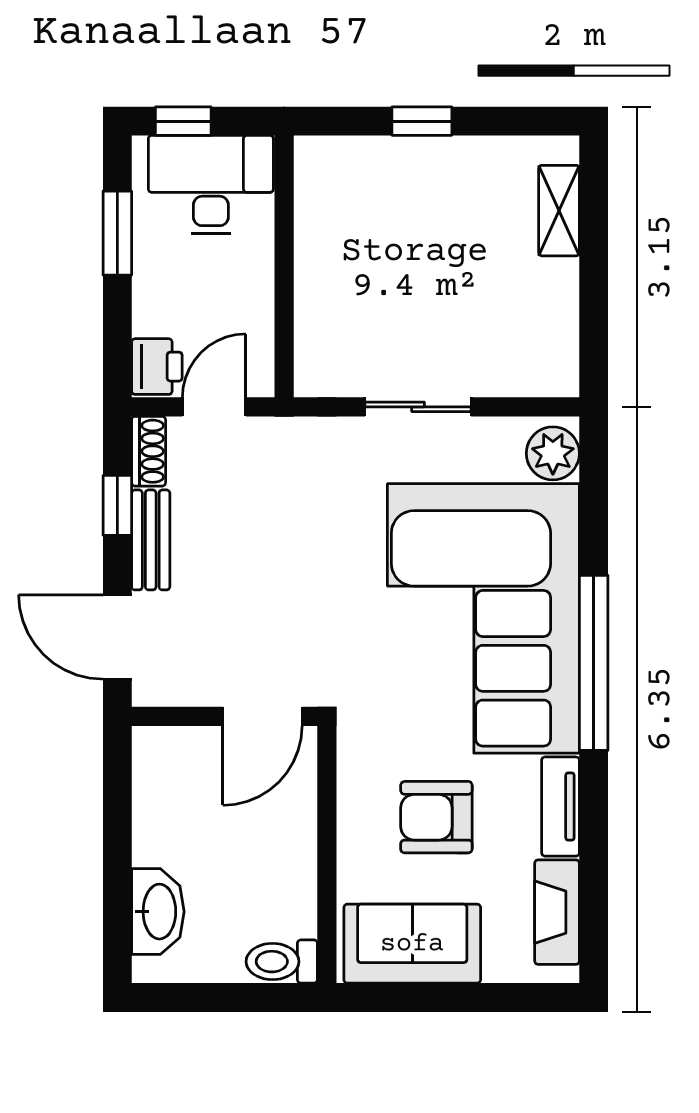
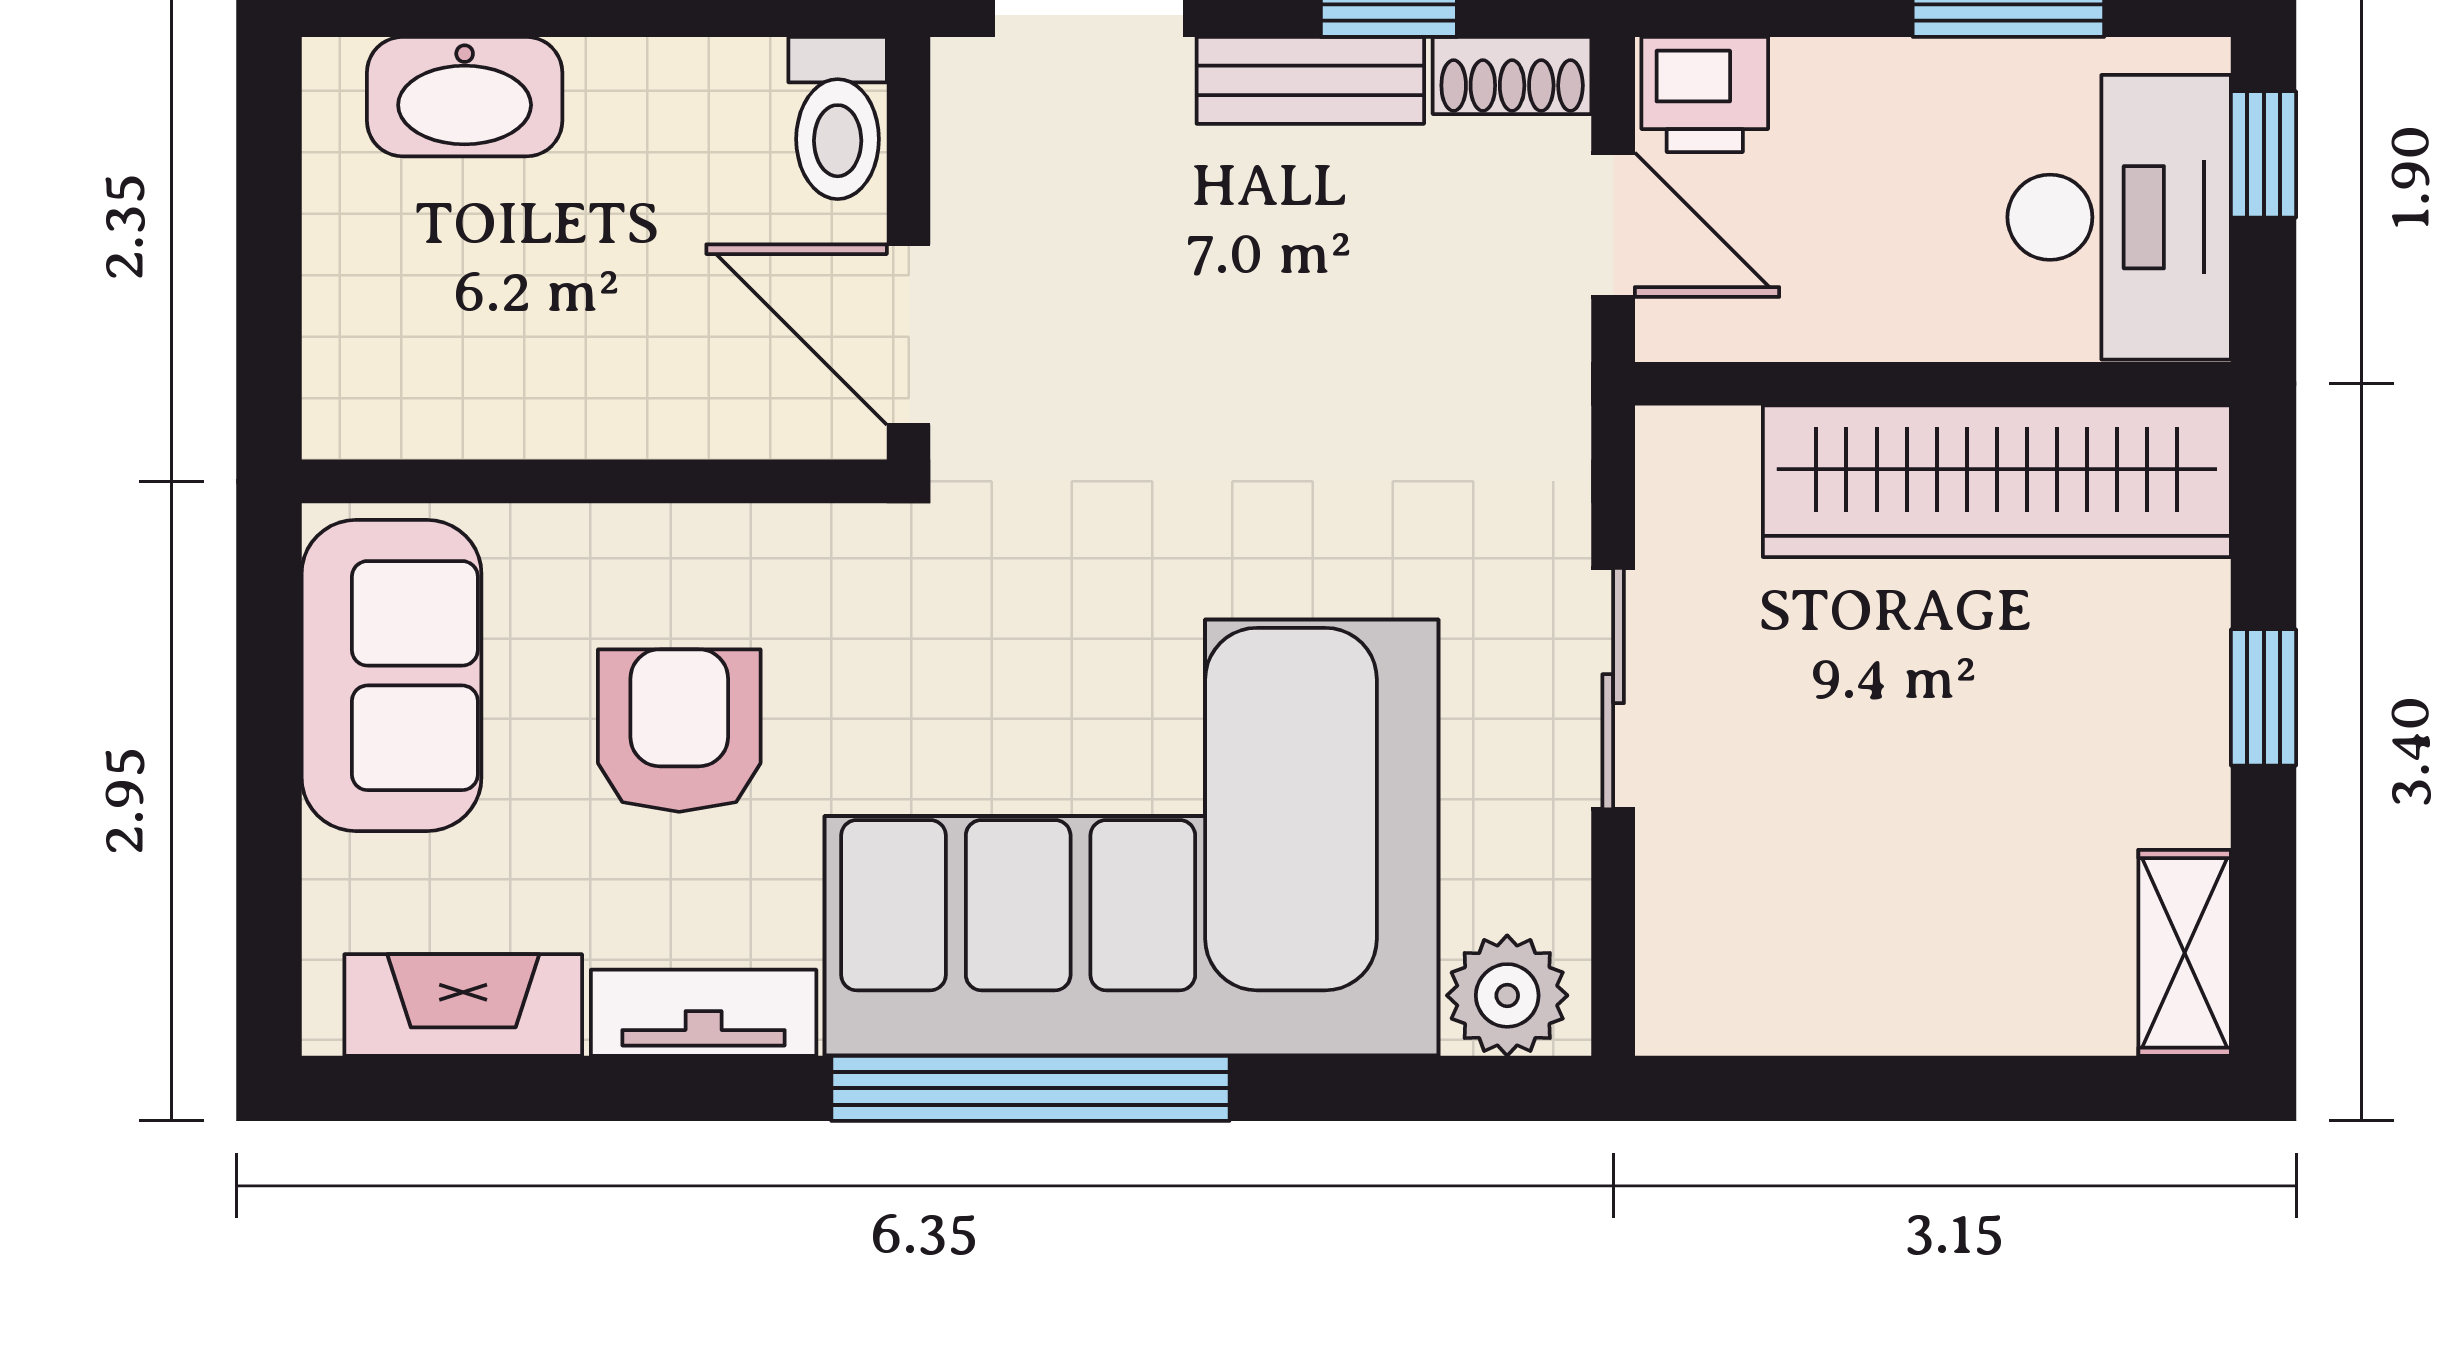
shelving: (559, 211) -> (2185, 953), moved, turned 90
wardrobe: (327, 238) -> (1997, 481), added
toilet: (282, 962) -> (838, 118), moved, turned 180

